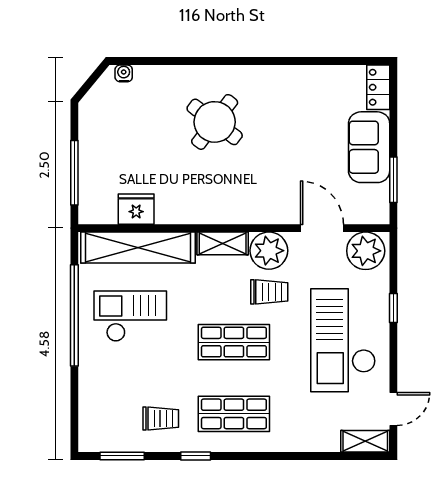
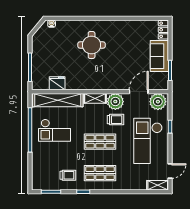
round table: (215, 122) -> (92, 45), turned -37
door: (322, 228) -> (139, 92), hinge flipped
checkout: (130, 316) -> (54, 130), turned 180

